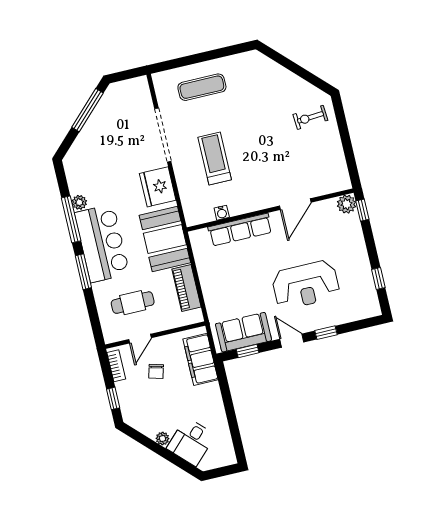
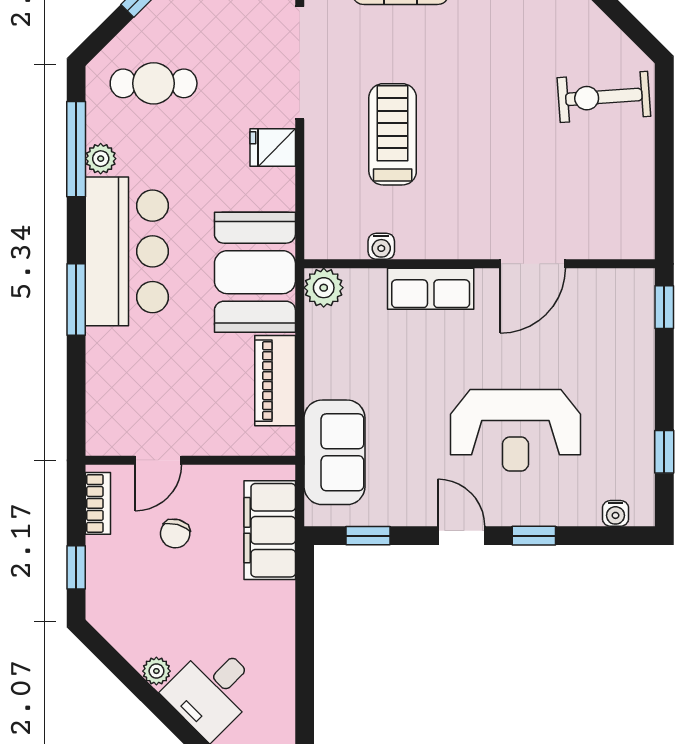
exercise bike: (310, 117) -> (604, 97), width x1.38, depth x1.39
fridge: (158, 187) -> (273, 148), width x0.53, depth x0.75
plant: (347, 204) -> (324, 288), moved
window: (71, 219) -> (76, 149), moved
row of seats: (240, 230) -> (431, 289), width x0.68
cafe table: (133, 303) -> (154, 83), moved
water cooler: (362, 313) -> (615, 513), added
sofa: (244, 332) -> (335, 452), moved, turned 90

